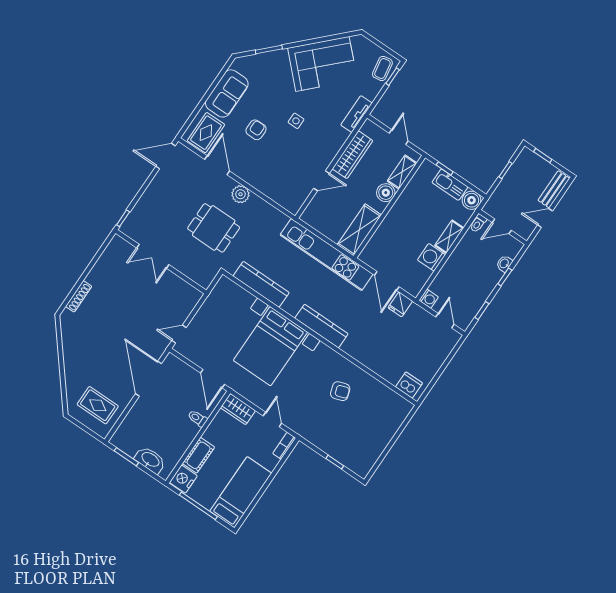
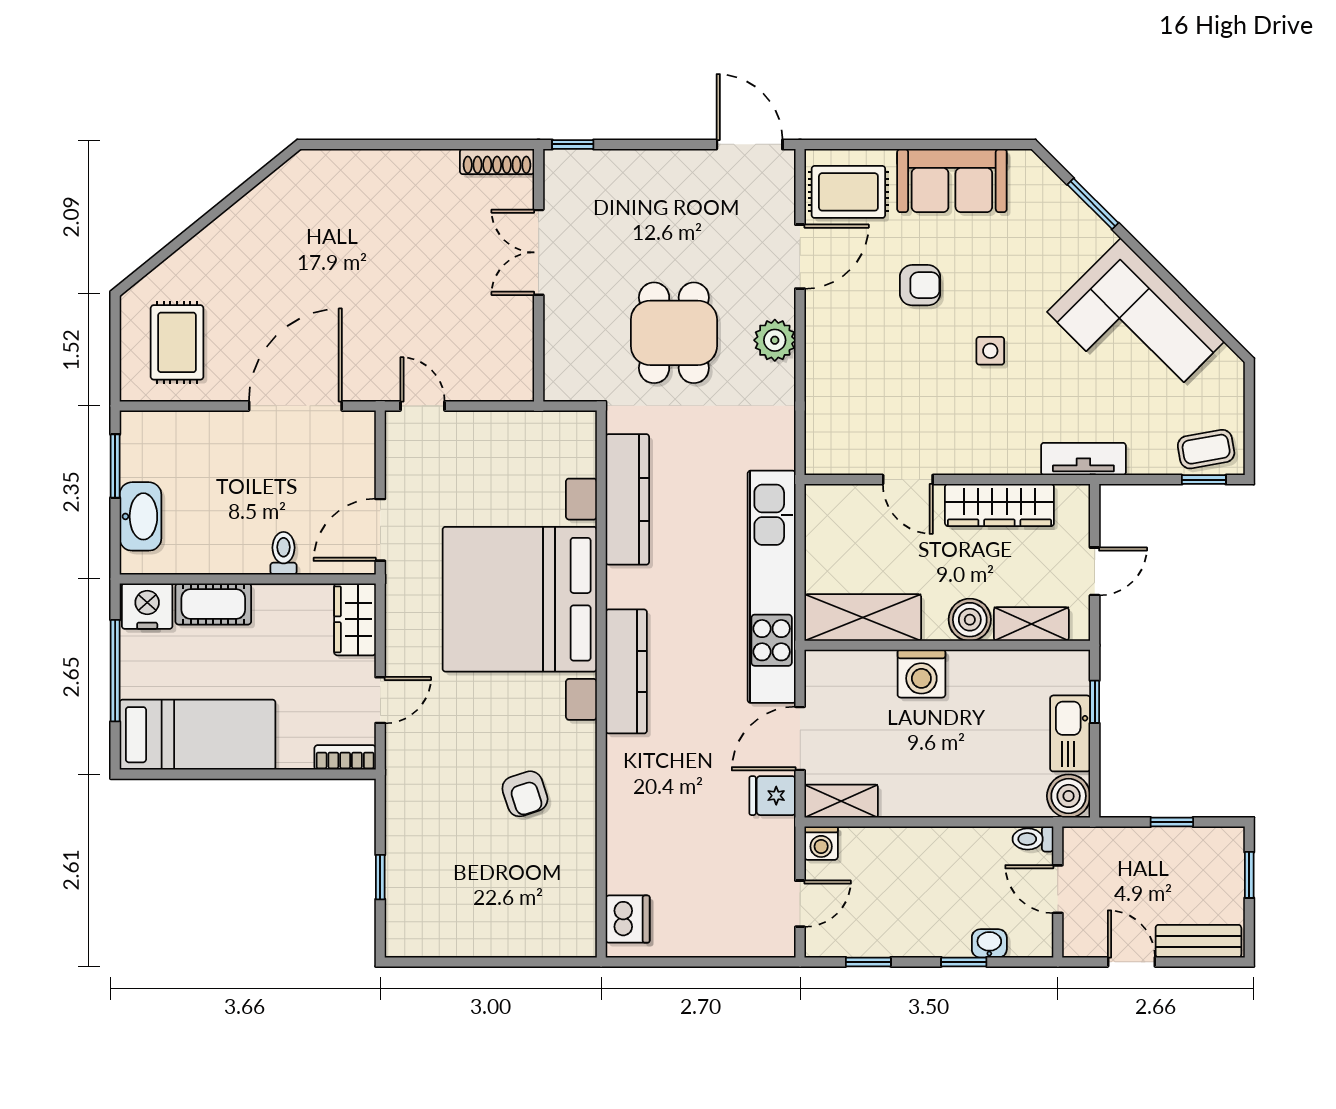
shelving: (449, 237) -> (841, 801), moved
washing machine: (431, 257) -> (921, 674), moved, turned 180
shoe rack: (79, 296) -> (497, 162), moved
bed with nightstands: (270, 346) -> (520, 599), width x1.36

